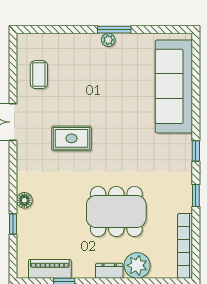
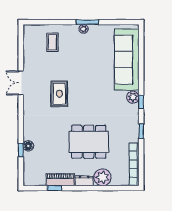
coffee table: (39, 75) -> (52, 42), moved
rug: (72, 138) -> (59, 94), turned 90
plant: (183, 144) -> (133, 97), added
floor lamp: (24, 200) -> (28, 146), moved
piano: (50, 269) -> (60, 180), moved

